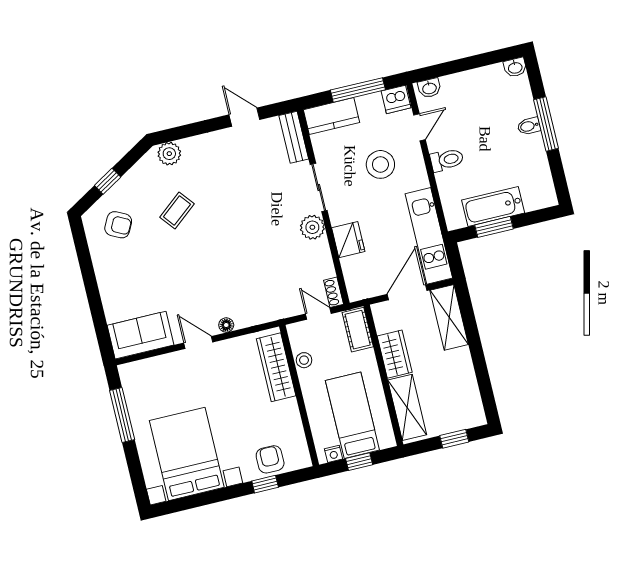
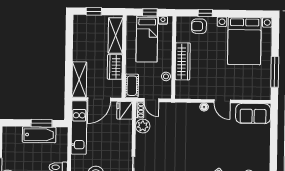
plant: (312, 227) -> (143, 126), moved
fridge: (348, 240) -> (125, 110), moved
wardrobe: (276, 367) -> (183, 61), moved
armchair: (270, 459) -> (199, 26), turned 90

